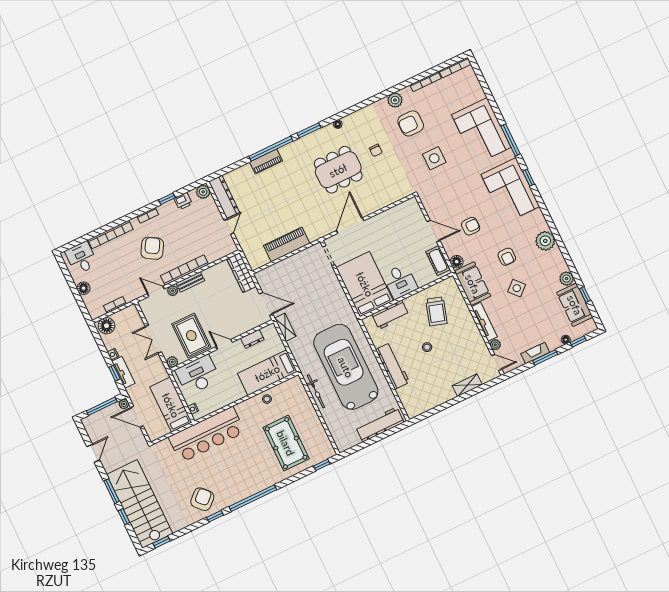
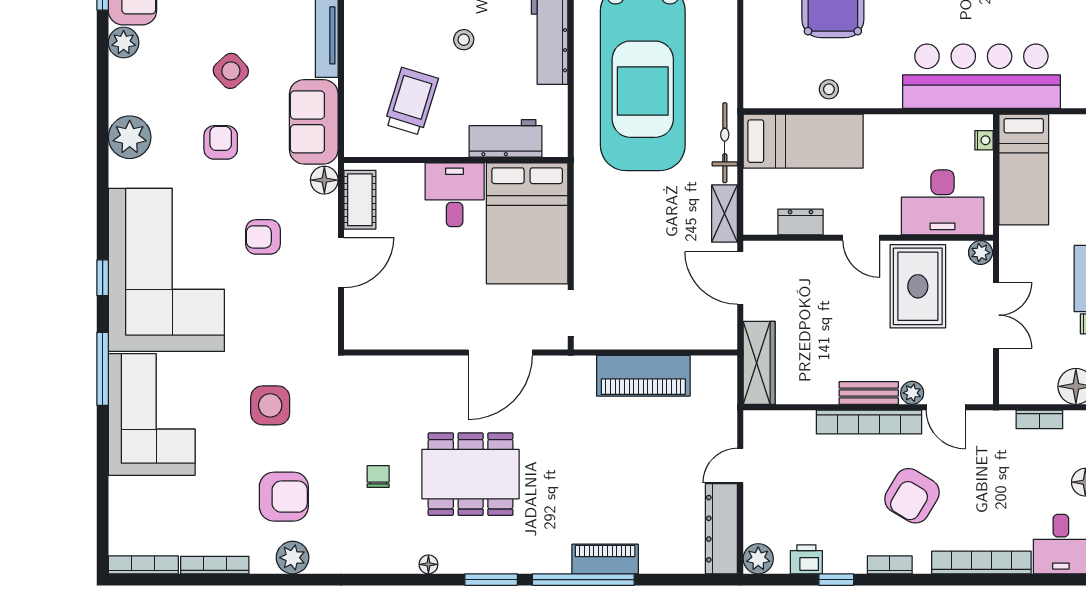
corner sofa: (510, 190) -> (166, 270), width x1.36, depth x1.36
door: (433, 231) -> (341, 263), swing flipped
bicycle: (316, 391) -> (725, 143), moved

